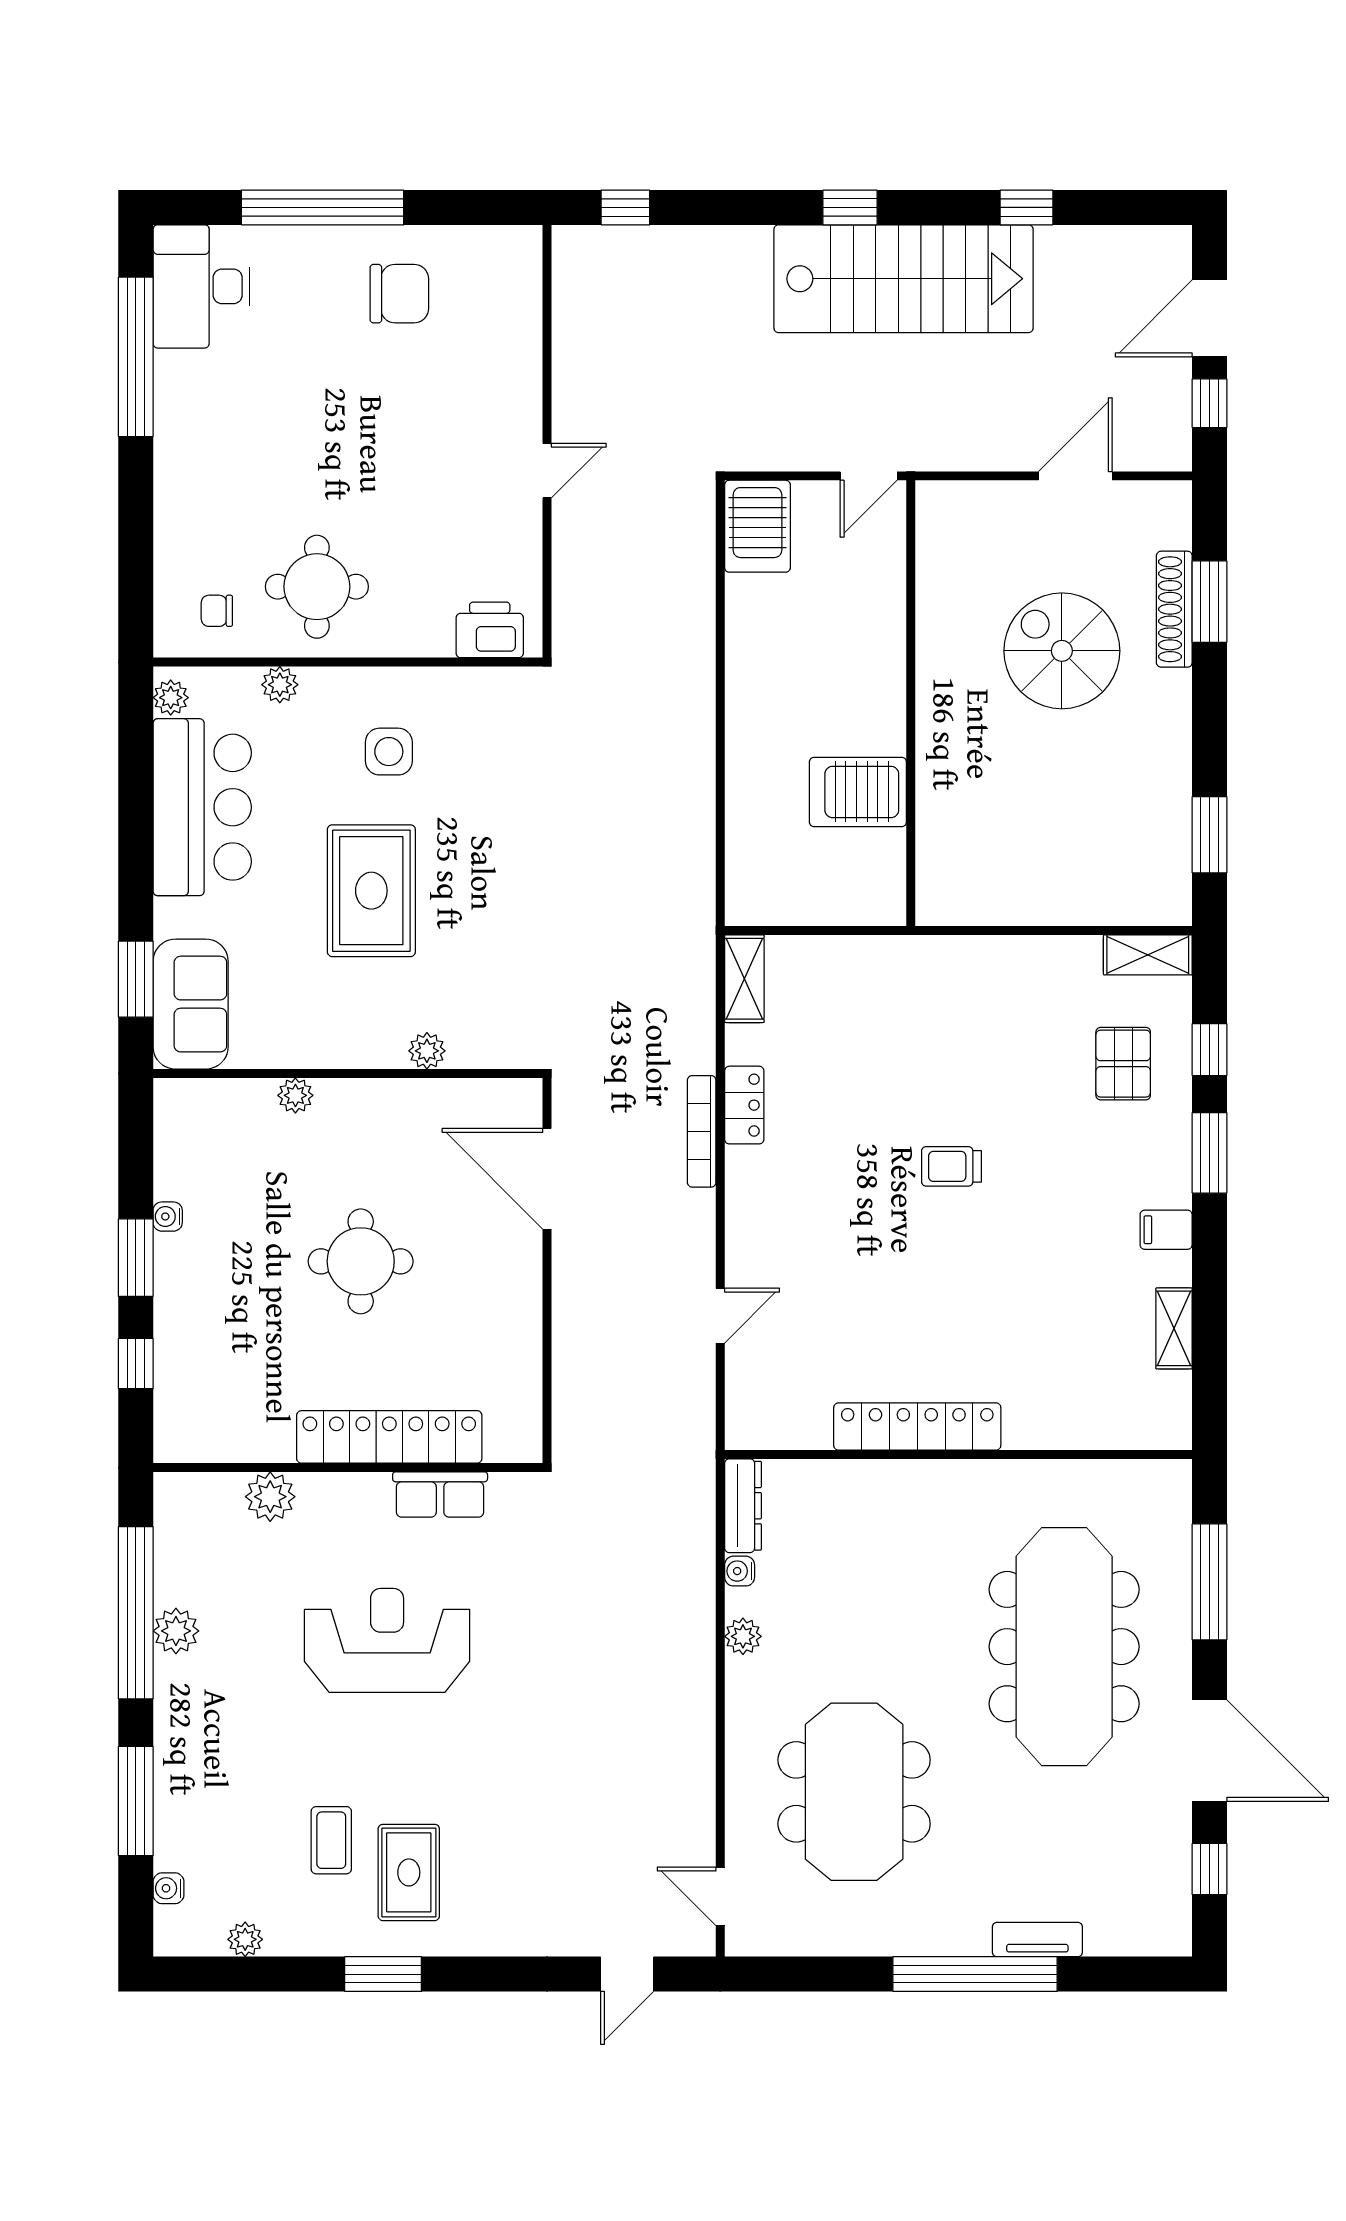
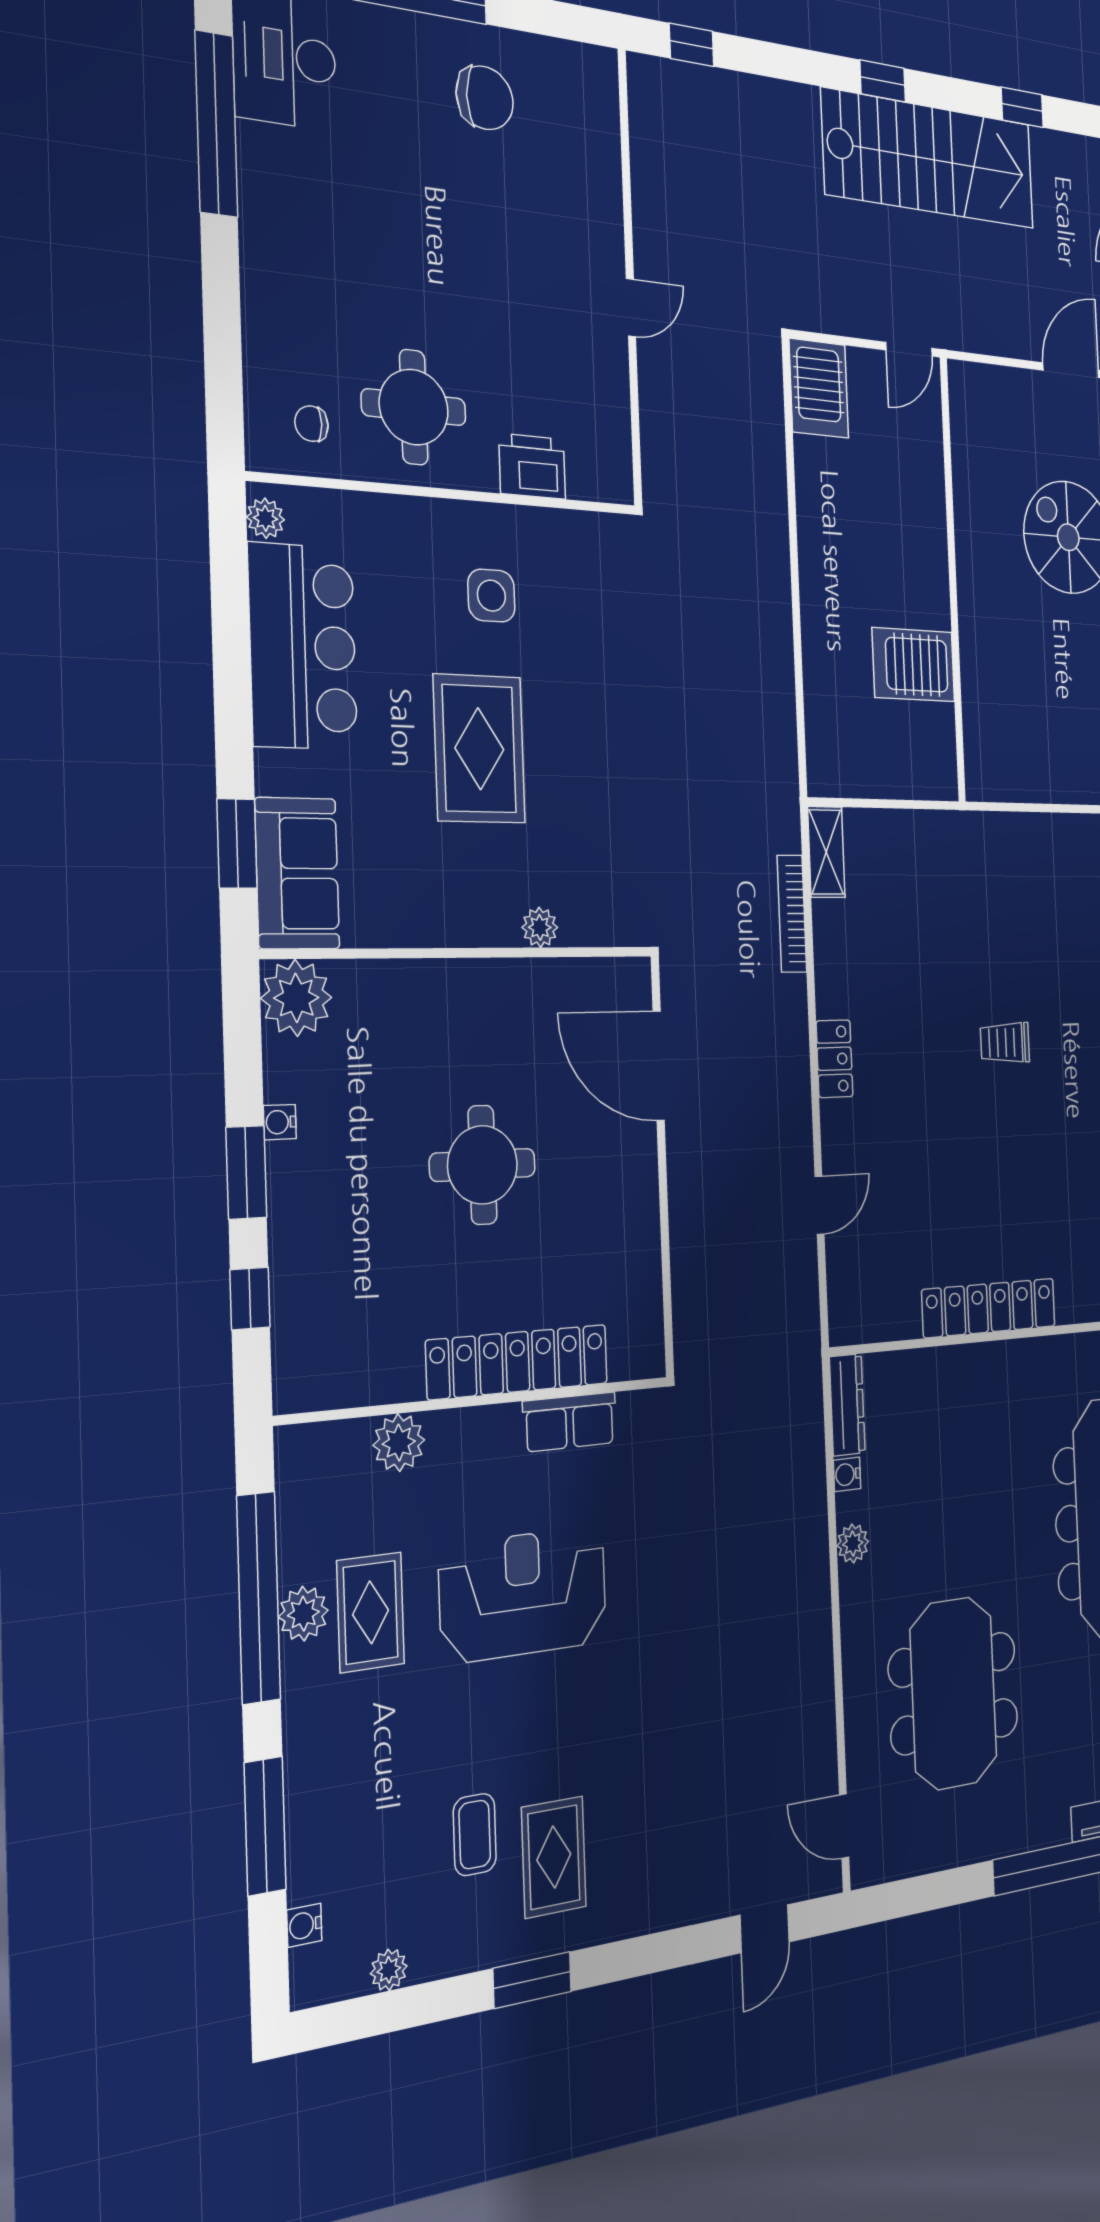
printer: (490, 630) -> (532, 466), moved
plant: (280, 685) -> (380, 513), removed
plant: (295, 1095) -> (296, 998), moved, width x1.88, depth x1.88
locker: (744, 1105) -> (834, 1059), moved
bookcase: (702, 1131) -> (792, 914), moved
rug: (238, 1638) -> (371, 1612), added

